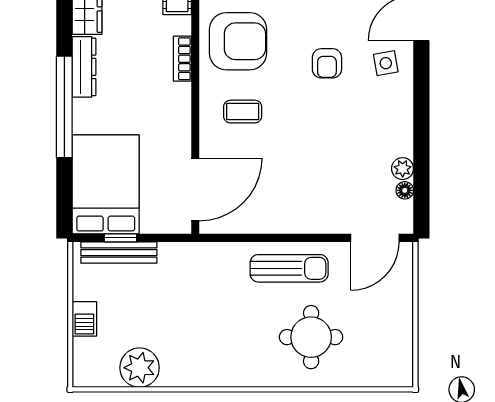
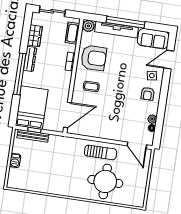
armchair: (327, 63) -> (148, 94), moved
door: (375, 238) -> (137, 145), hinge flipped
round table: (311, 337) -> (105, 181), width x1.36, depth x1.36
plant: (140, 368) -> (34, 183), removed

